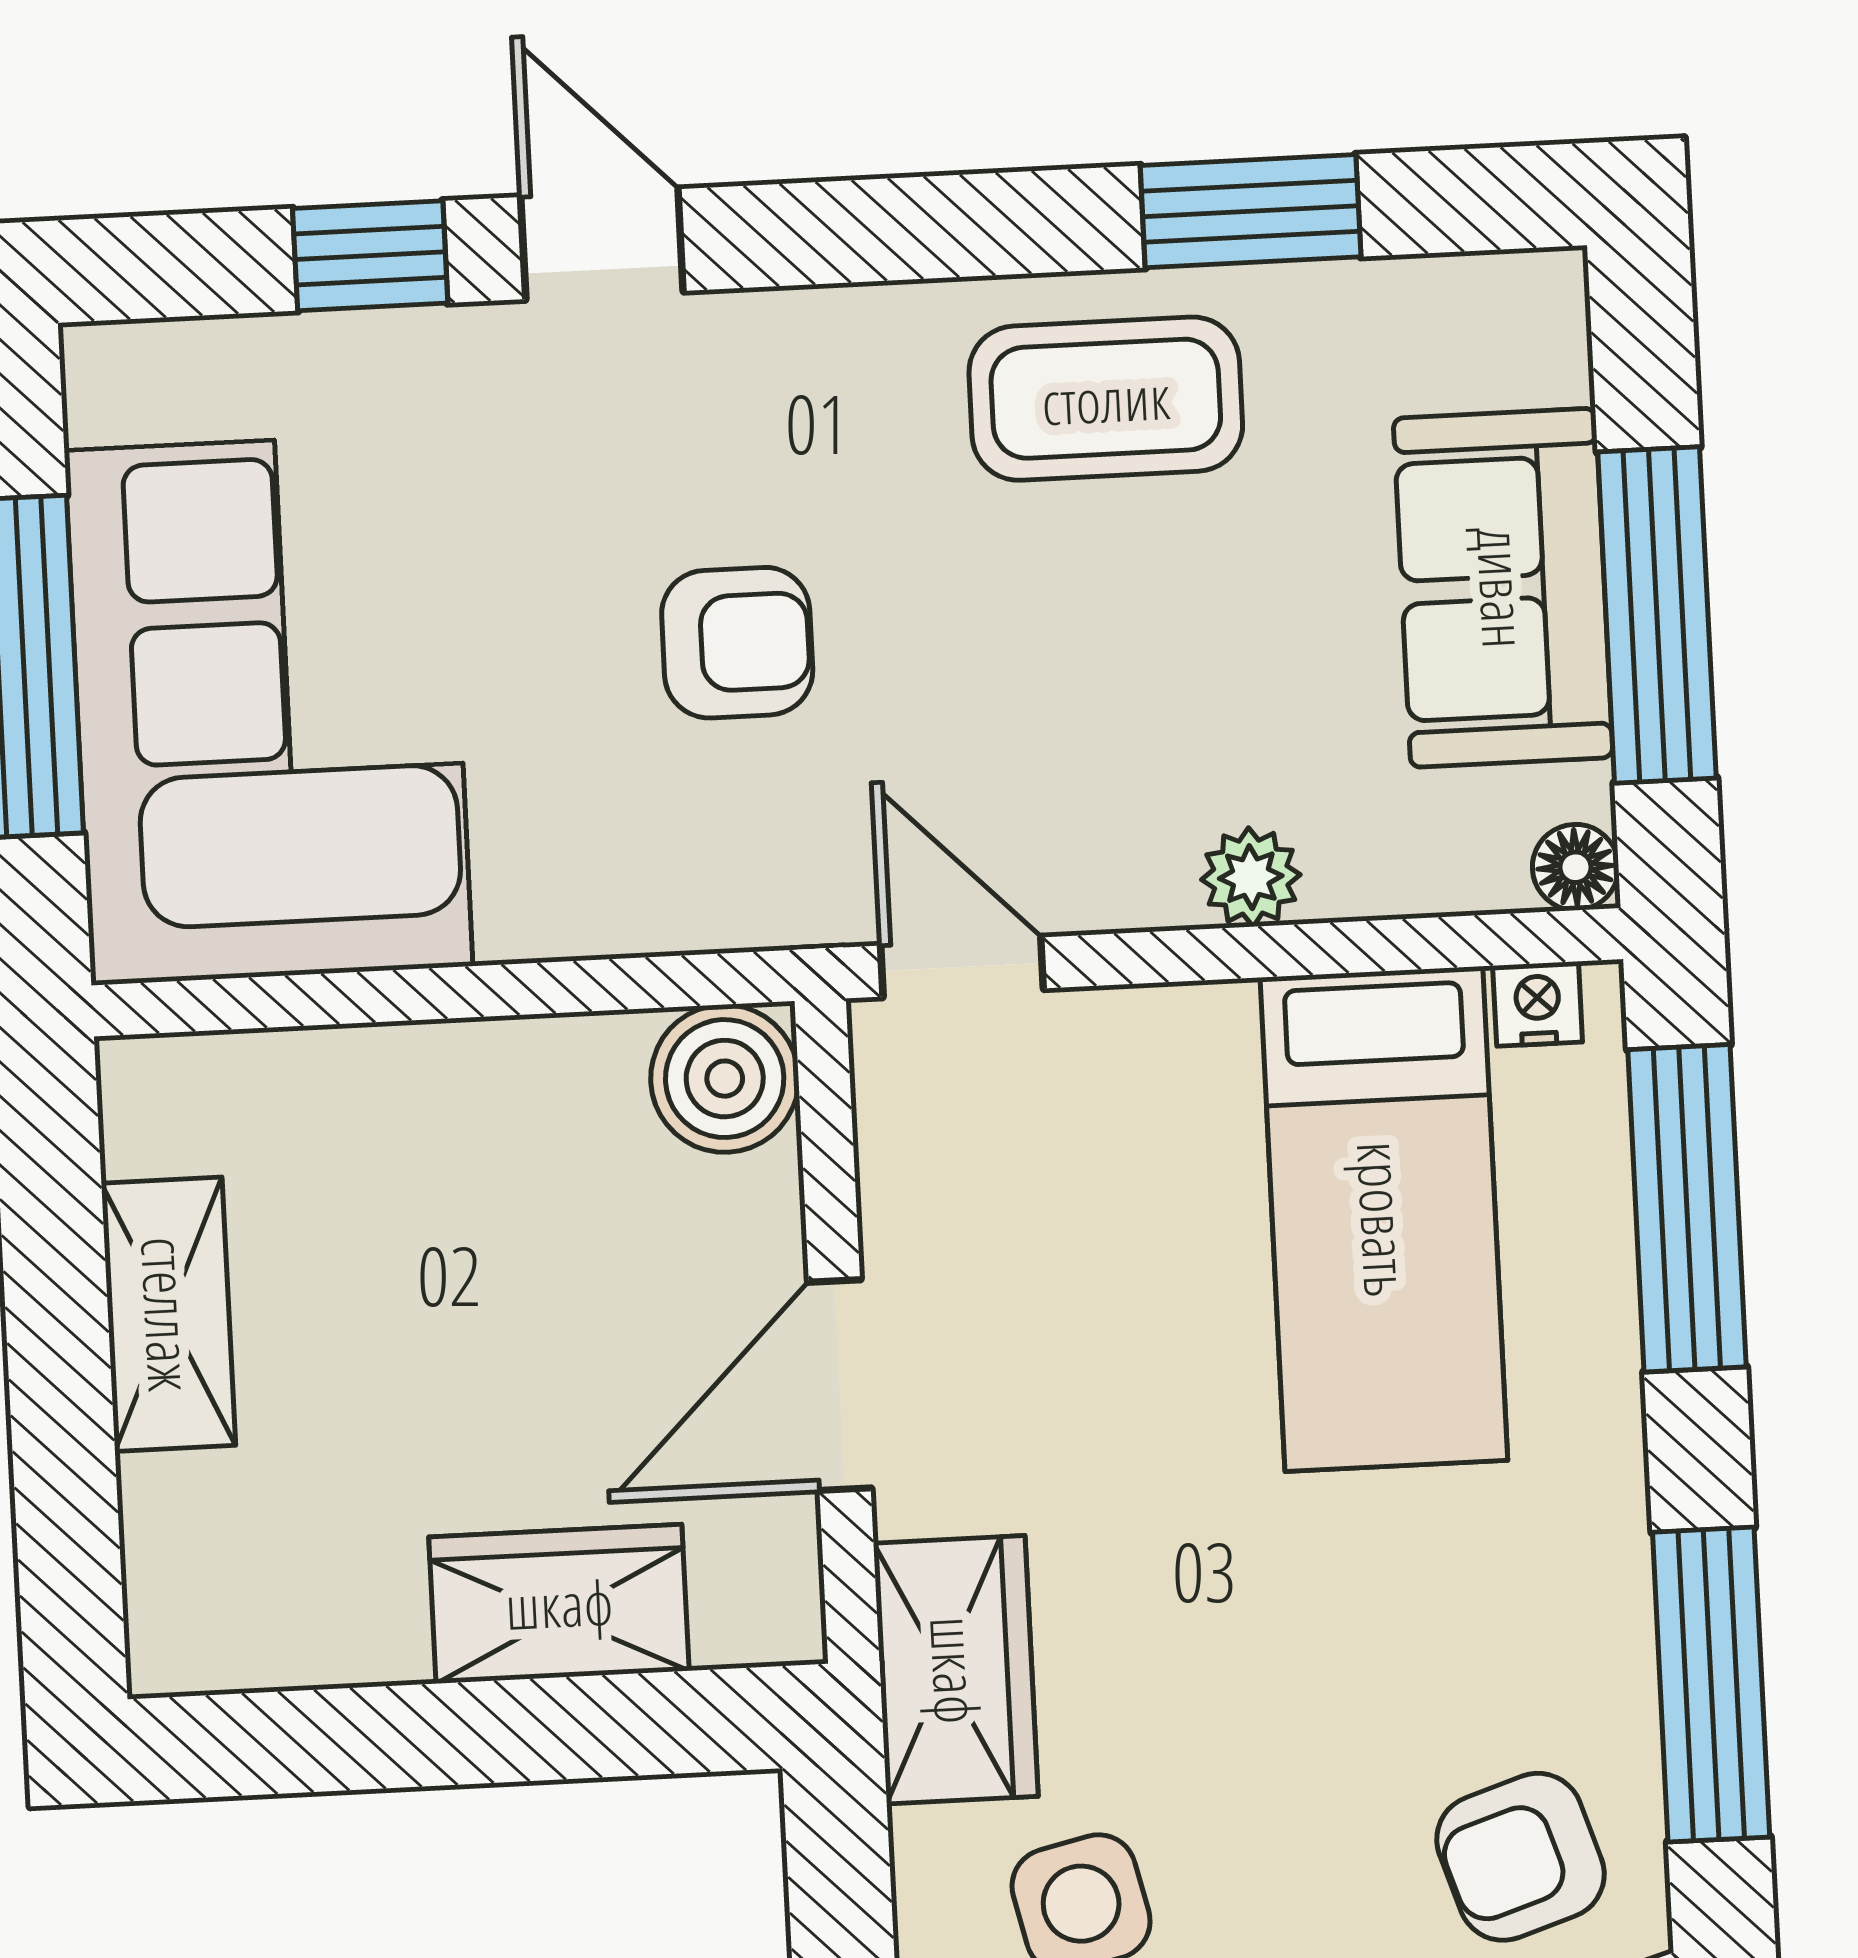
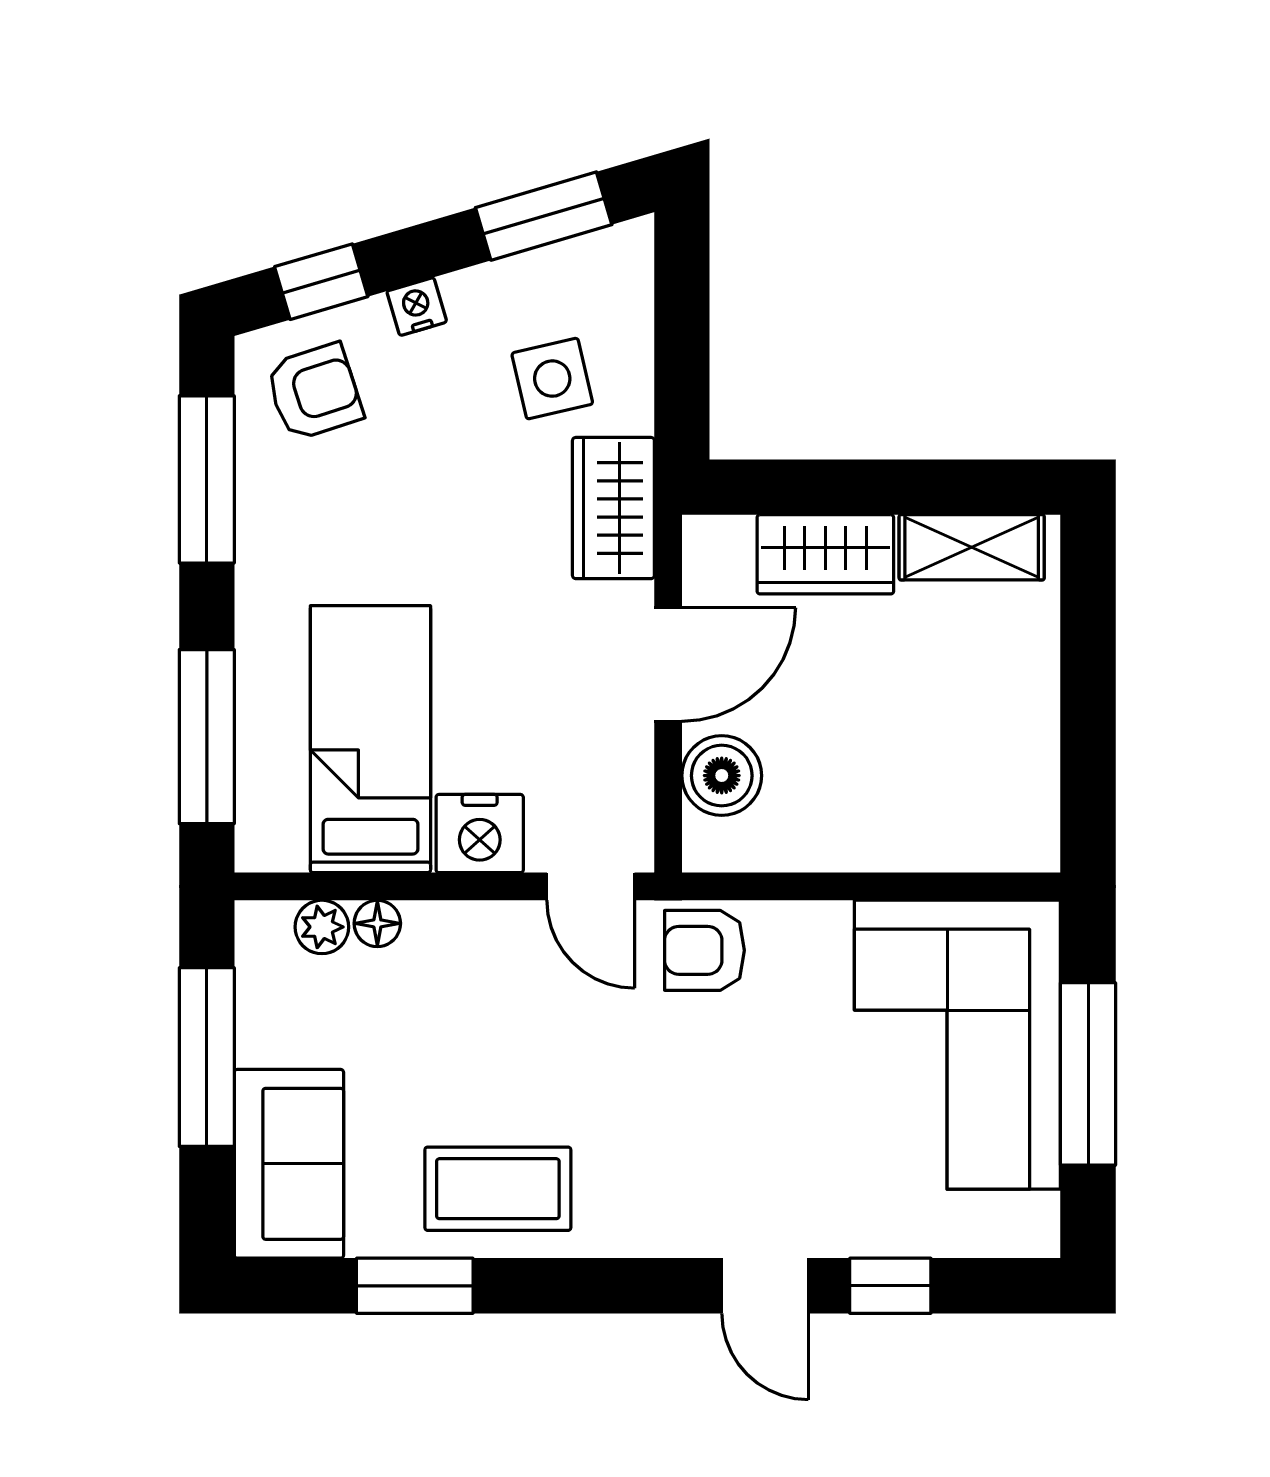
sofa: (1503, 588) -> (289, 1164), moved
armchair: (737, 643) -> (704, 950), moved
floor lamp: (1576, 867) -> (377, 923), moved
plant: (1251, 877) -> (322, 927), moved
nightstand: (1538, 1004) -> (480, 834), moved, width x1.89, depth x1.79
boiler: (725, 1079) -> (722, 776), moved
shelving: (168, 1314) -> (972, 547), moved, turned 90

